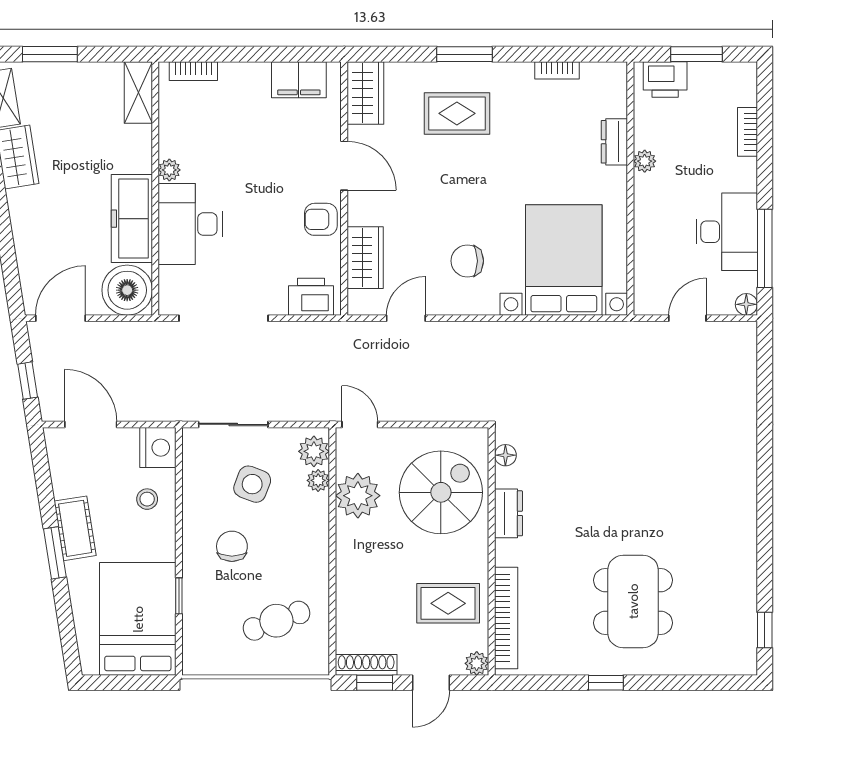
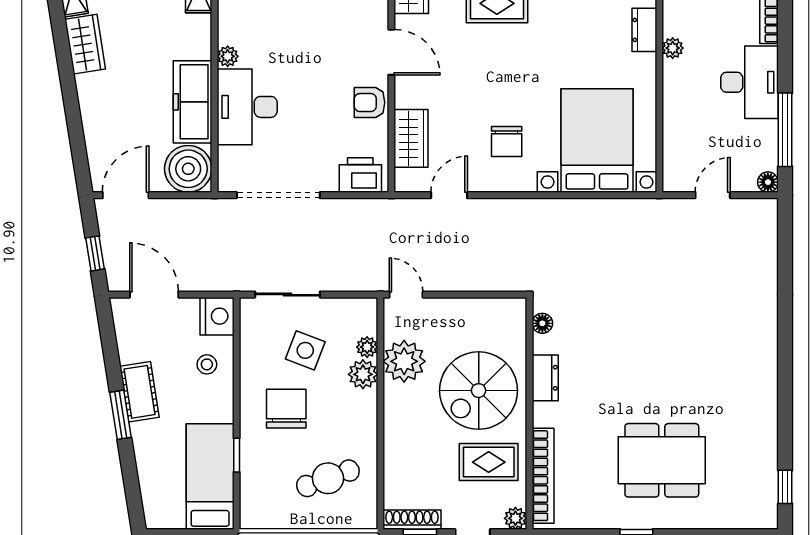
desk: (727, 232) -> (749, 82), moved
chair: (467, 261) -> (507, 141), turned -90
plant: (314, 451) -> (363, 374), moved
spiral stairs: (441, 492) -> (479, 391), moved, turned 180
chair: (232, 546) -> (286, 409), width x1.37, depth x1.37
dining table: (633, 601) -> (662, 460), turned 90
bed: (138, 619) -> (210, 477), width x0.67

